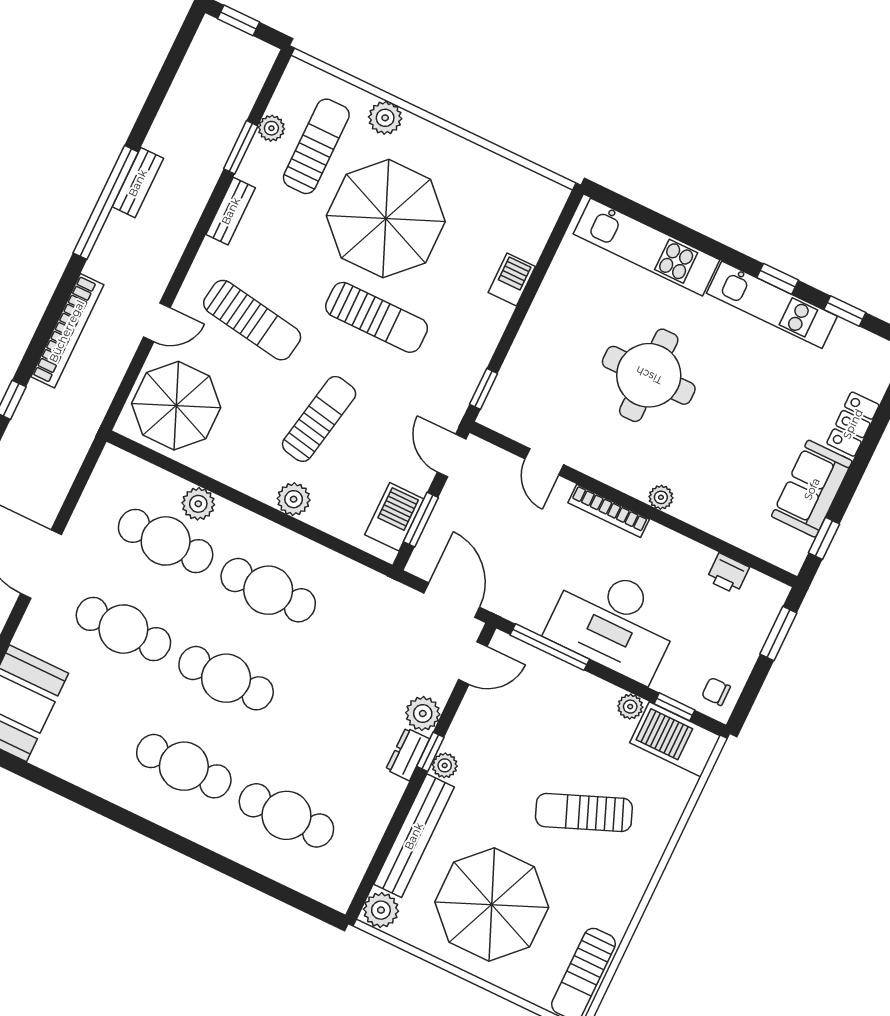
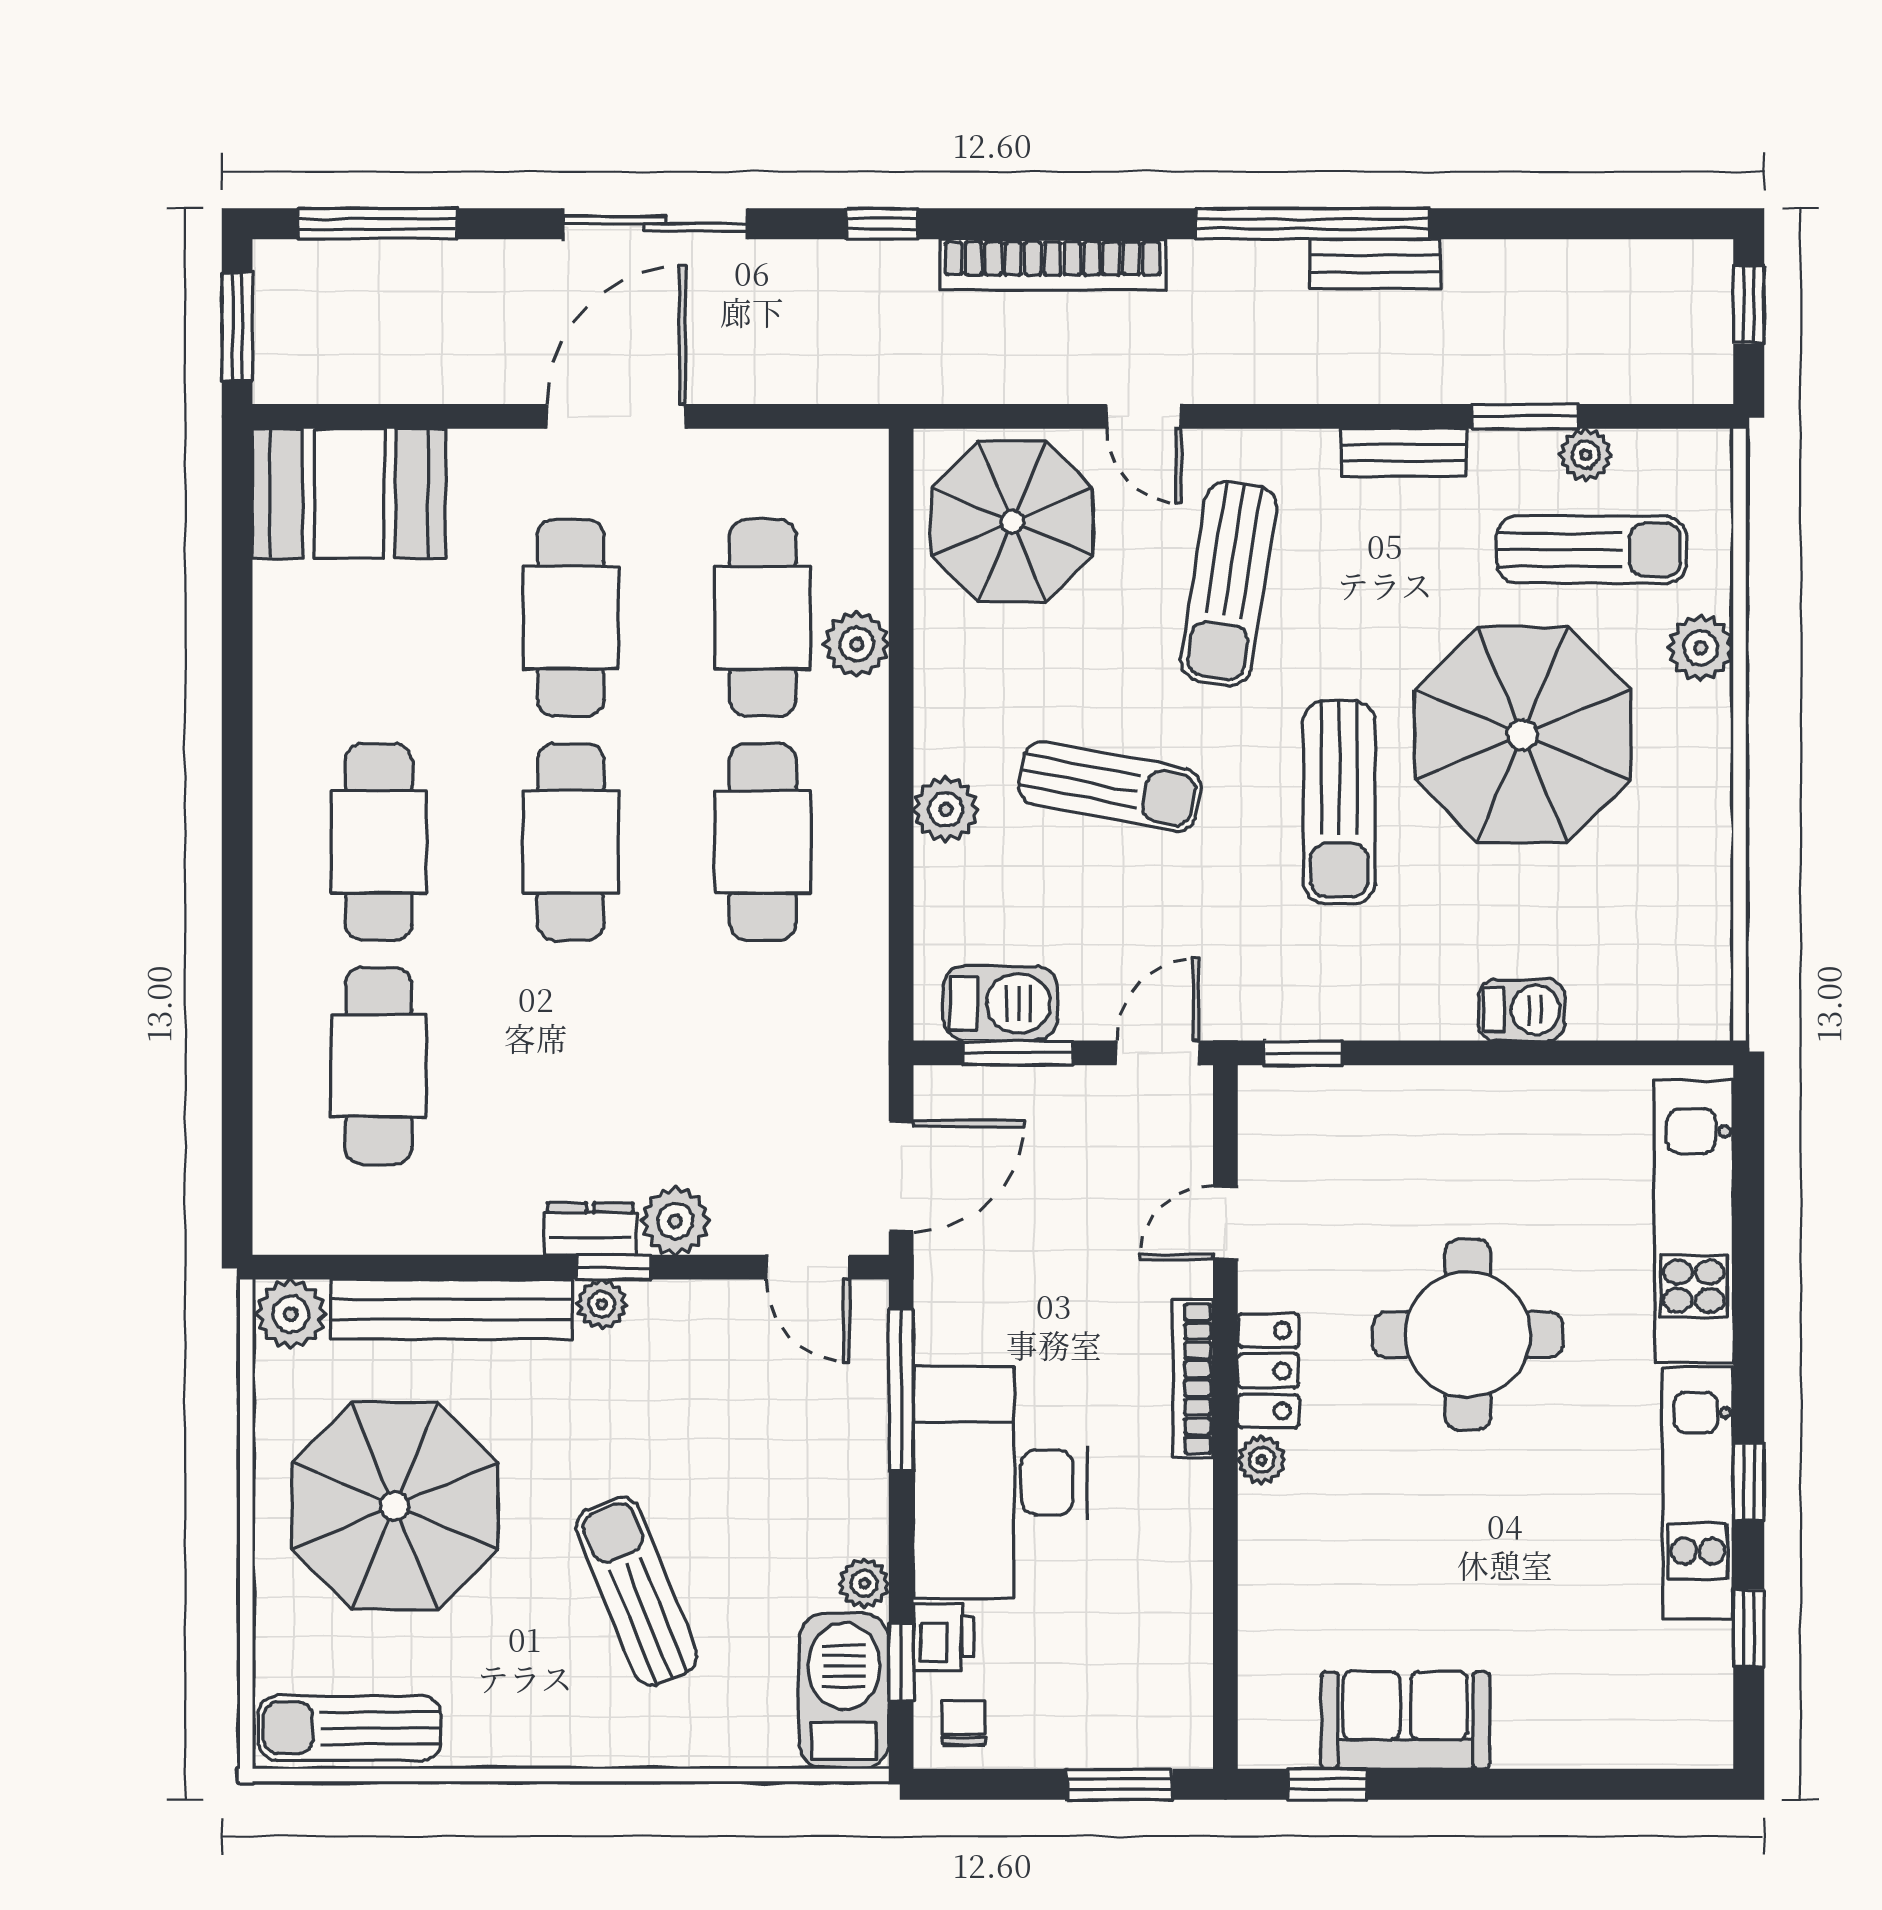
locker: (853, 424) -> (1268, 1371), moved, turned 90
printer: (728, 574) -> (944, 1637), moved, turned 180

